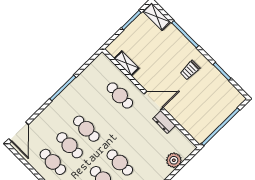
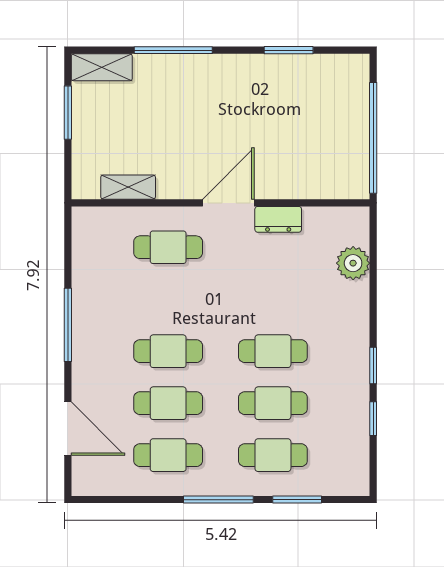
trolley: (190, 70) -> (237, 98), removed
door: (19, 132) -> (68, 429), moved

